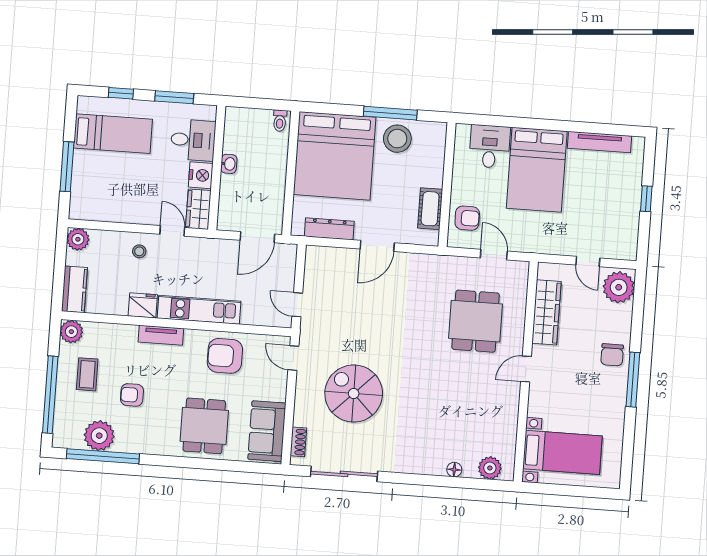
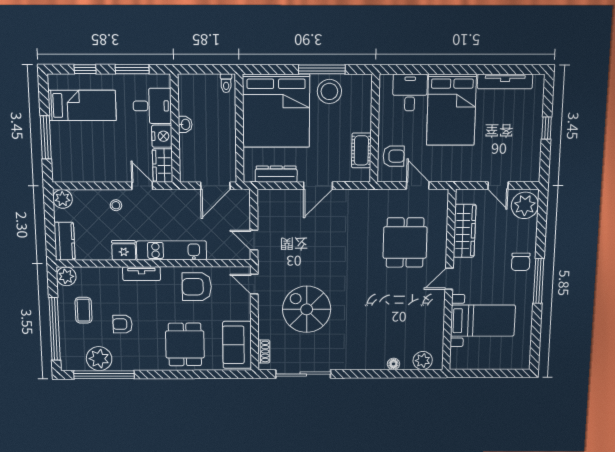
bed with nightstands: (562, 452) -> (483, 321), moved

